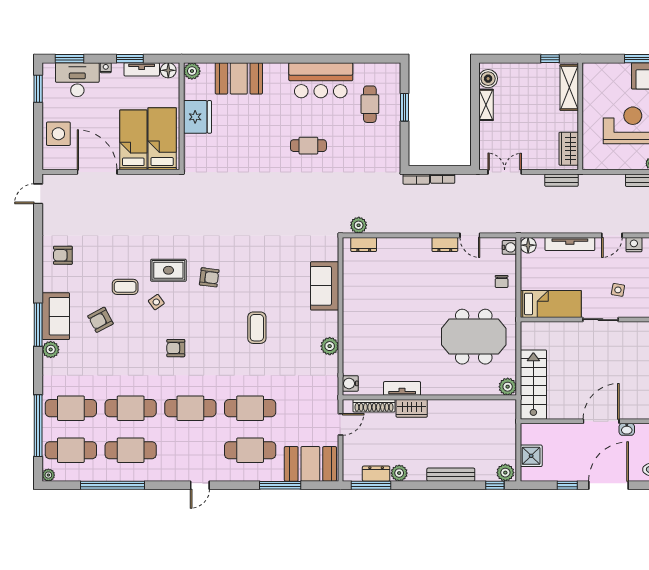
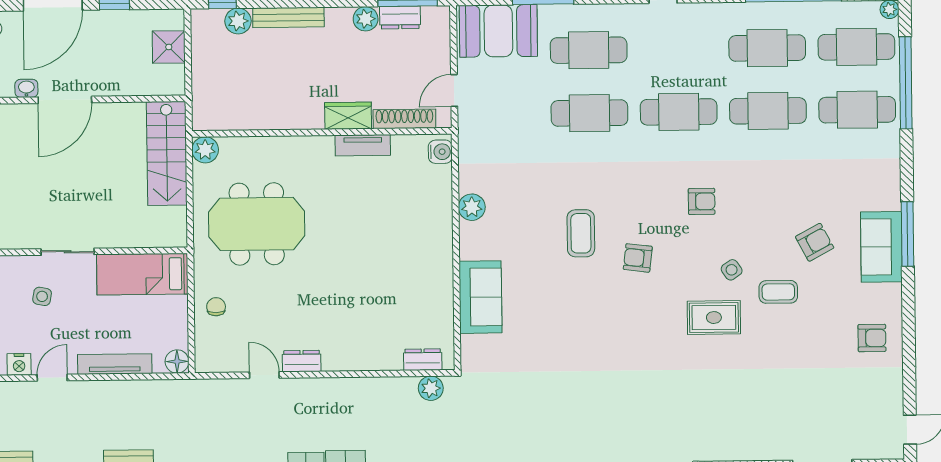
water cooler: (509, 247) -> (205, 358), removed
armchair: (209, 277) -> (638, 258), moved
plant: (51, 350) -> (888, 197), removed
plant: (505, 473) -> (238, 21), moved

